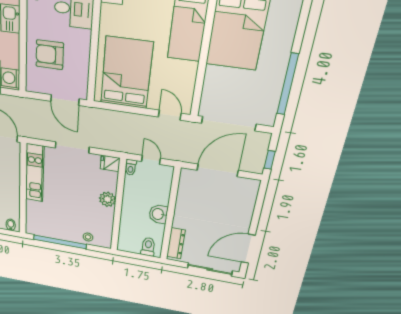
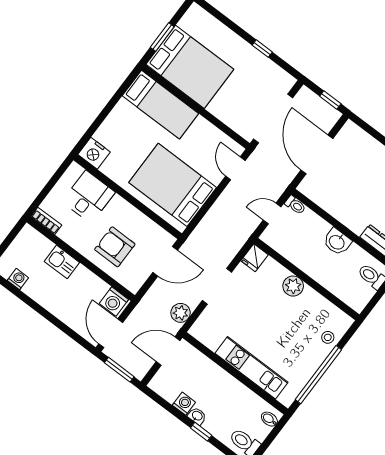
armchair: (50, 55) -> (115, 247), turned 90
window: (288, 84) -> (262, 49), width x0.32
door: (170, 115) -> (235, 168), hinge flipped
plant: (36, 132) -> (181, 313), added
toilet: (131, 167) -> (295, 205), moved
kitchen unit: (35, 173) -> (252, 368), moved

